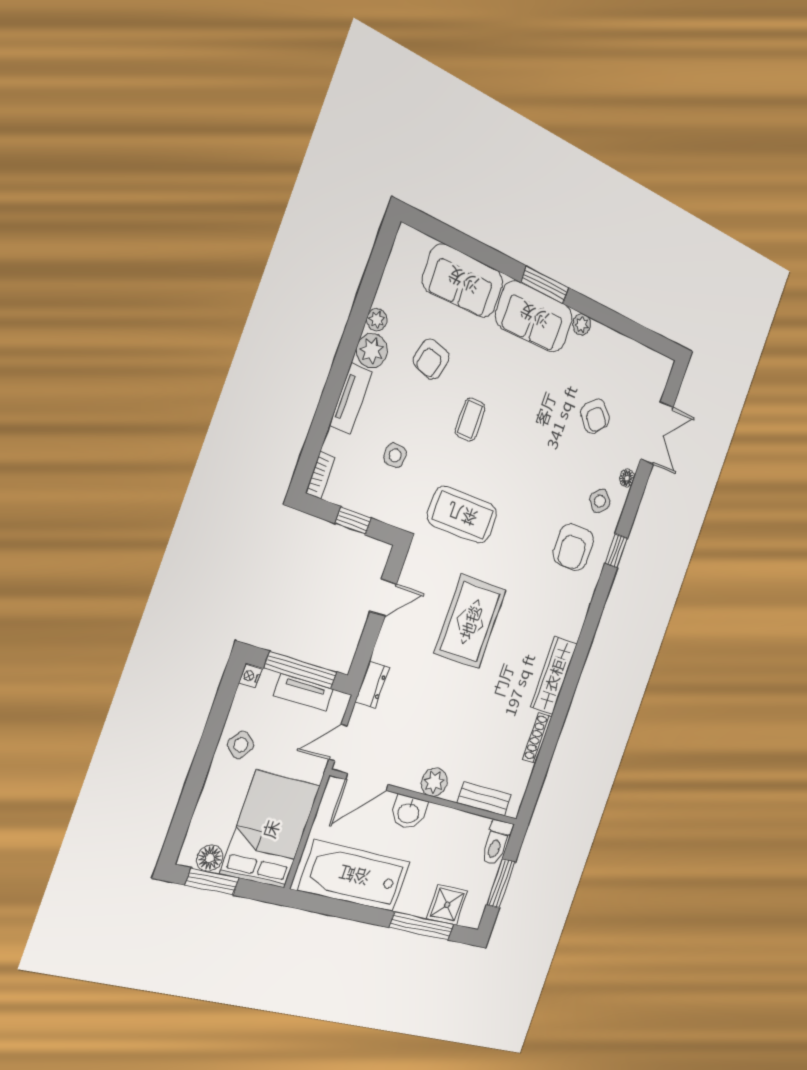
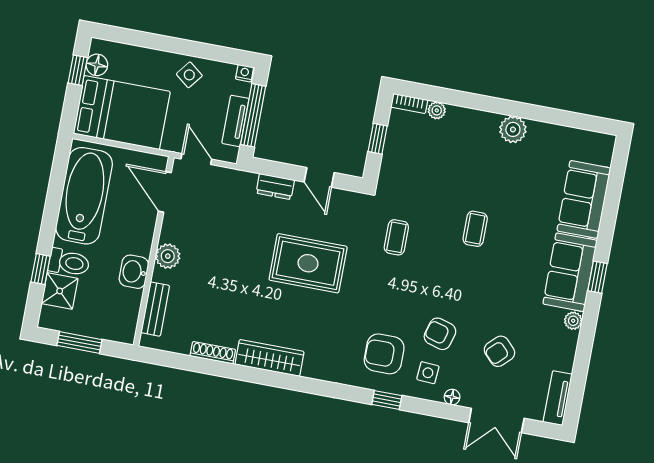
window: (545, 285) -> (598, 277), width x0.67
plant: (377, 320) -> (437, 110), moved
armchair: (431, 359) -> (440, 334), moved
tv unit: (351, 399) -> (558, 398), moved, turned 90
coffee table: (470, 420) -> (475, 229), turned 90
side table: (395, 455) -> (435, 166), removed
side table: (600, 501) -> (428, 373), turned 45
coffee table: (462, 515) -> (396, 237), width x0.54, depth x0.58
dresser: (372, 685) -> (275, 187), moved
washbasin: (409, 812) -> (134, 272), moved
toilet: (496, 843) -> (69, 263), moved, turned 180
window: (212, 881) -> (78, 70), width x0.67
window: (422, 926) -> (41, 269), width x0.46

